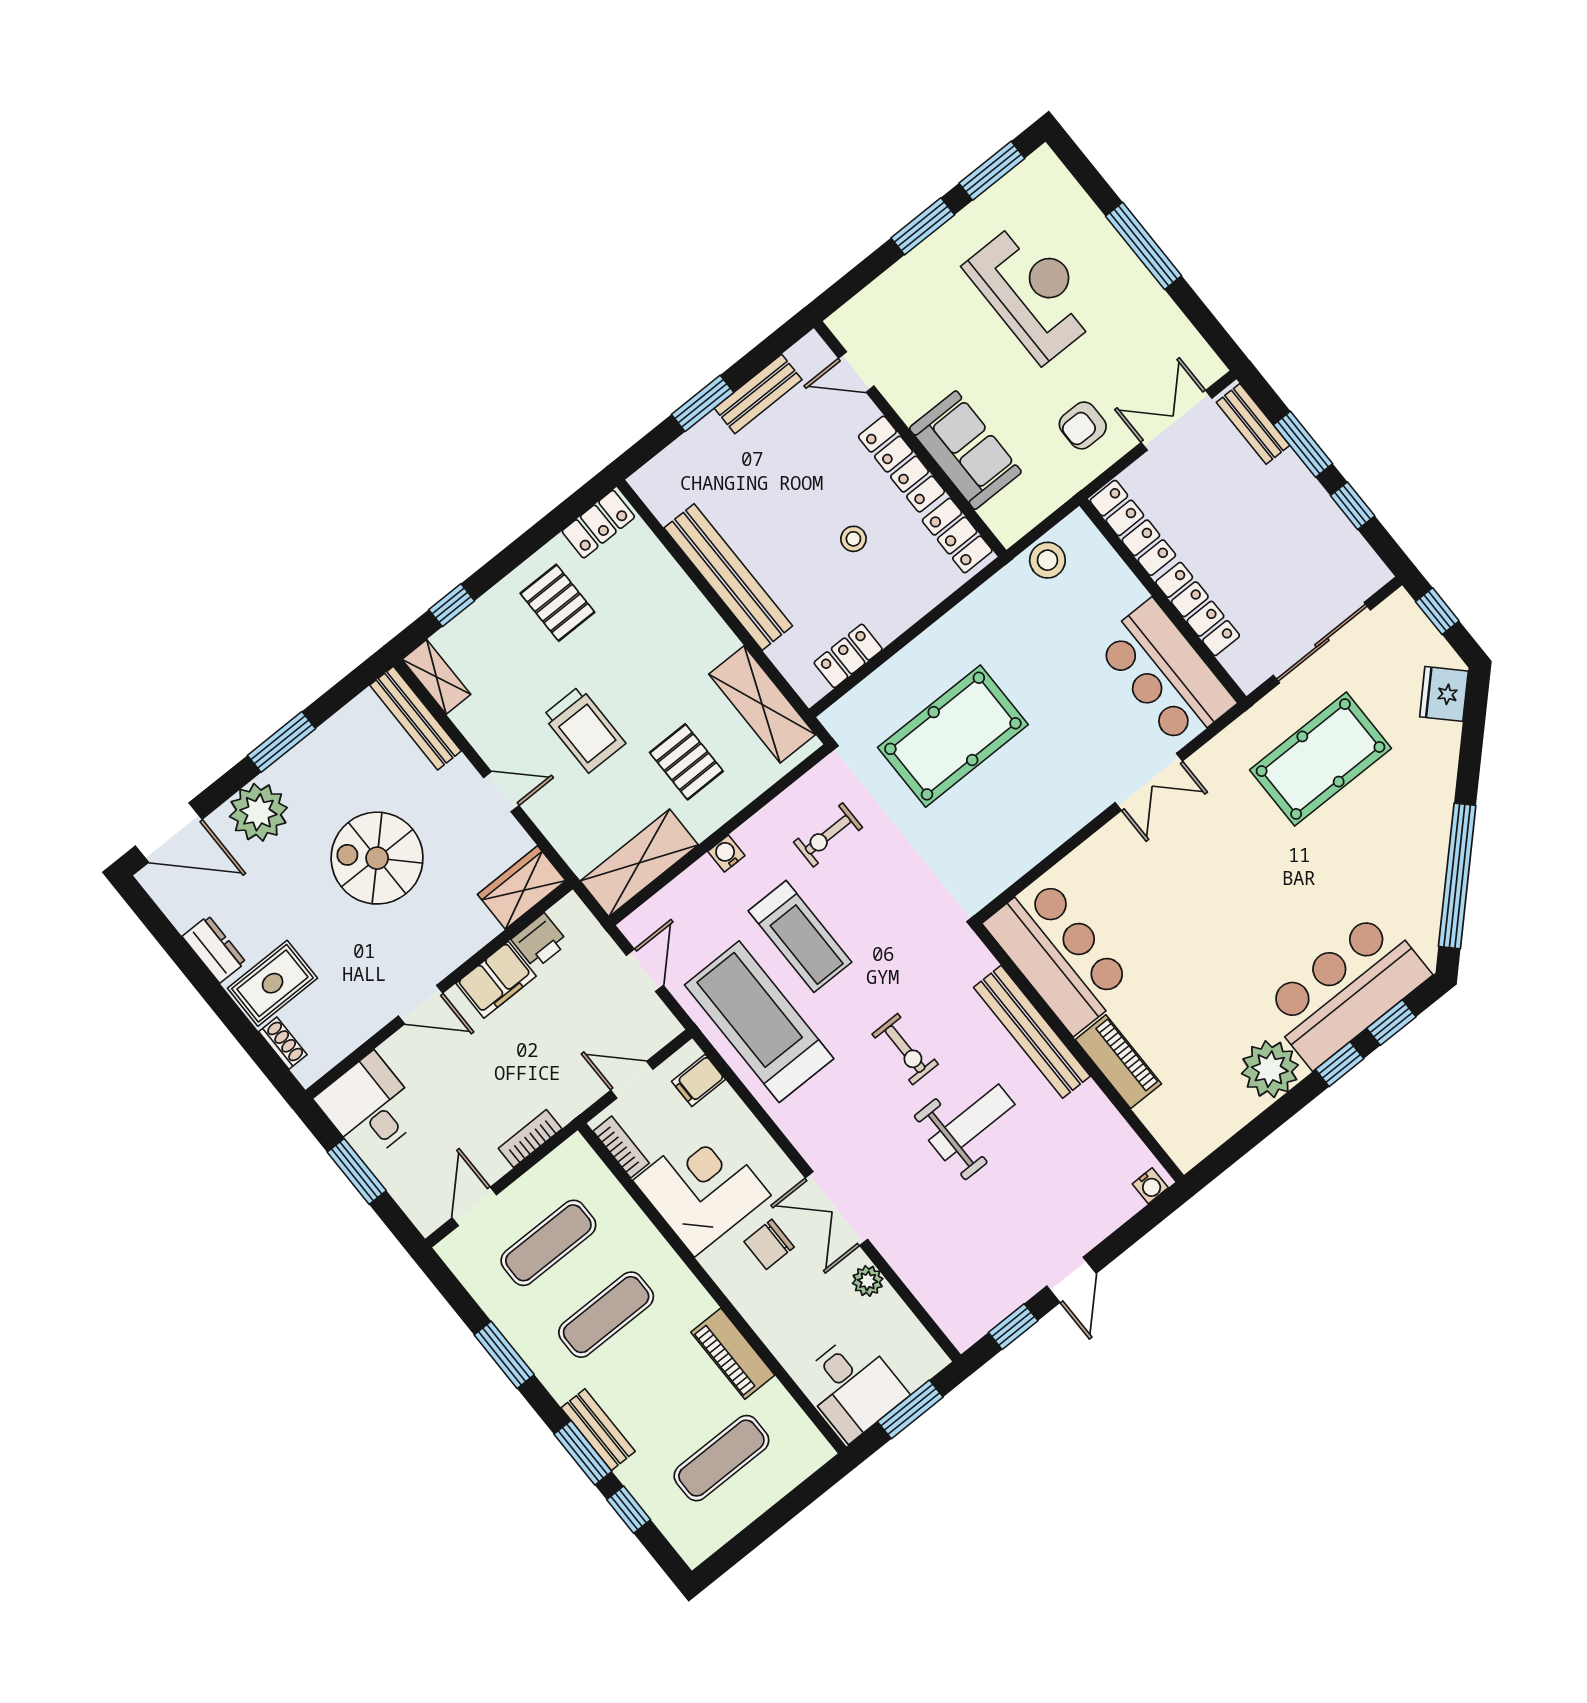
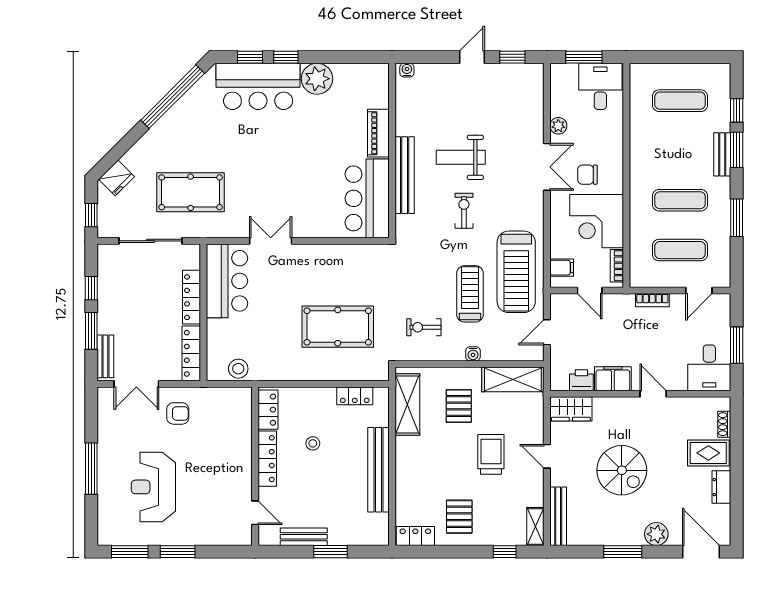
sofa: (965, 450) -> (236, 443), removed
plant: (258, 812) -> (656, 534), width x0.73, depth x0.73
exercise bike: (828, 835) -> (424, 327), turned 180
chair: (769, 1244) -> (587, 175), turned 180
piano: (733, 1354) -> (640, 141), removed

